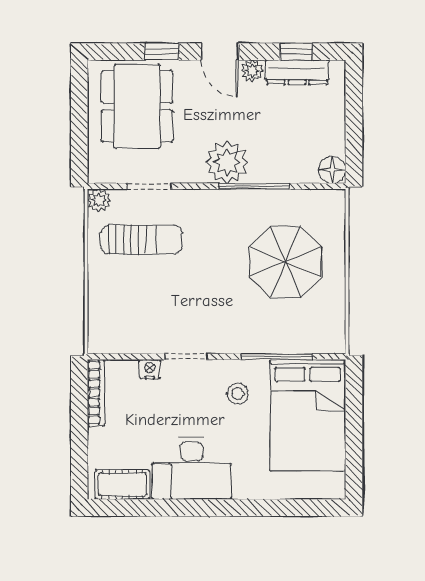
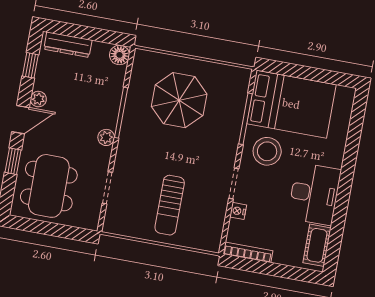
dresser: (297, 72) -> (68, 45), moved, turned 90
dining table: (137, 106) -> (49, 186), turned 90
plant: (227, 162) -> (106, 137), width x0.53, depth x0.53
plant: (99, 200) -> (111, 225), removed
sun lounger: (142, 240) -> (170, 205), moved, turned 180
stool: (238, 394) -> (267, 151), width x1.89, depth x1.89

